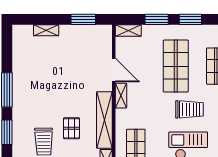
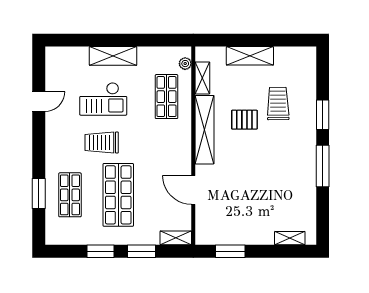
shelving: (46, 30) -> (290, 238), moved
shelving: (121, 96) -> (185, 159), removed
pallet: (71, 128) -> (244, 120), turned 90

